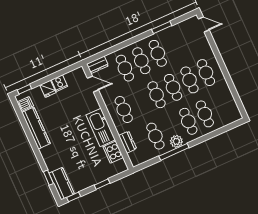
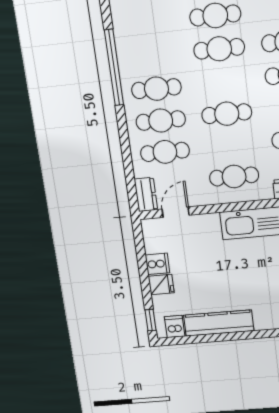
window: (162, 27) -> (114, 68), width x2.11
cafe table: (173, 87) -> (223, 82), removed

